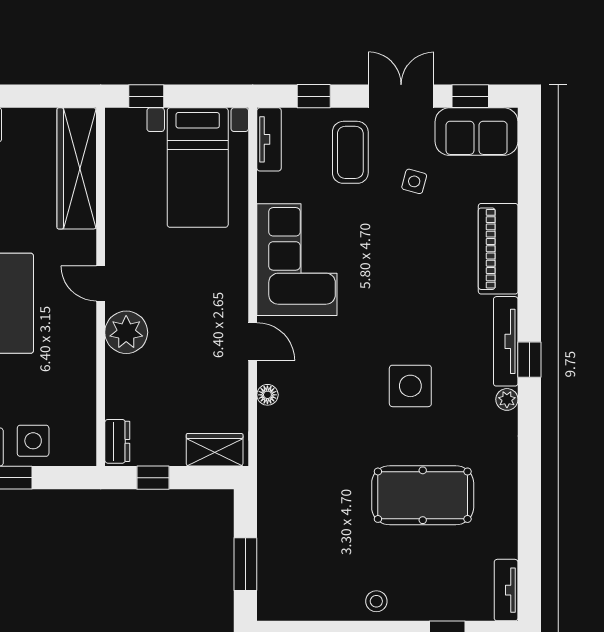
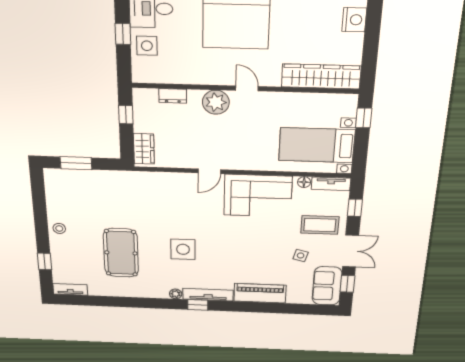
door: (101, 283) -> (247, 88), hinge flipped
floor lamp: (267, 395) -> (304, 182), moved
dresser: (117, 441) -> (173, 96), moved

